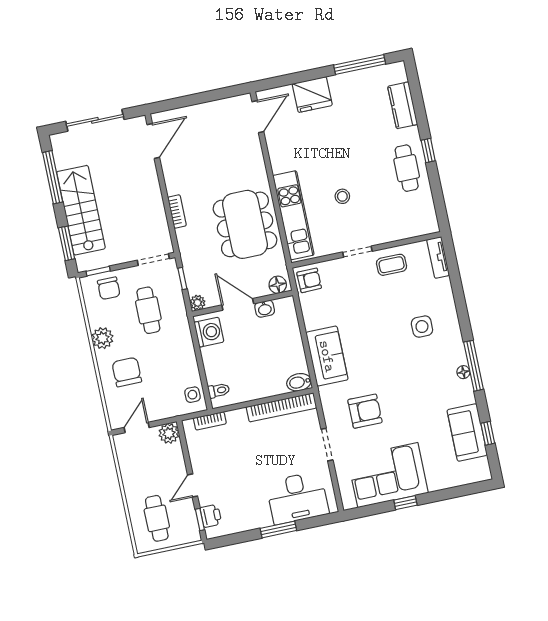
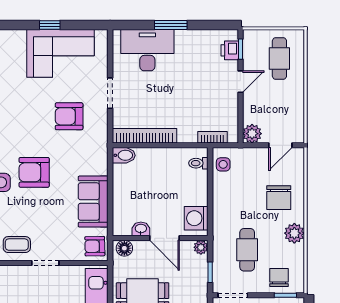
armchair: (389, 344) -> (34, 172), added
sofa: (327, 356) -> (93, 202), moved

